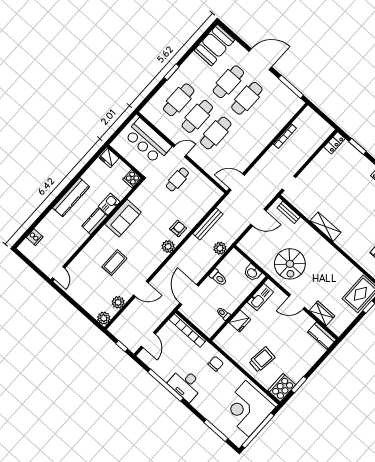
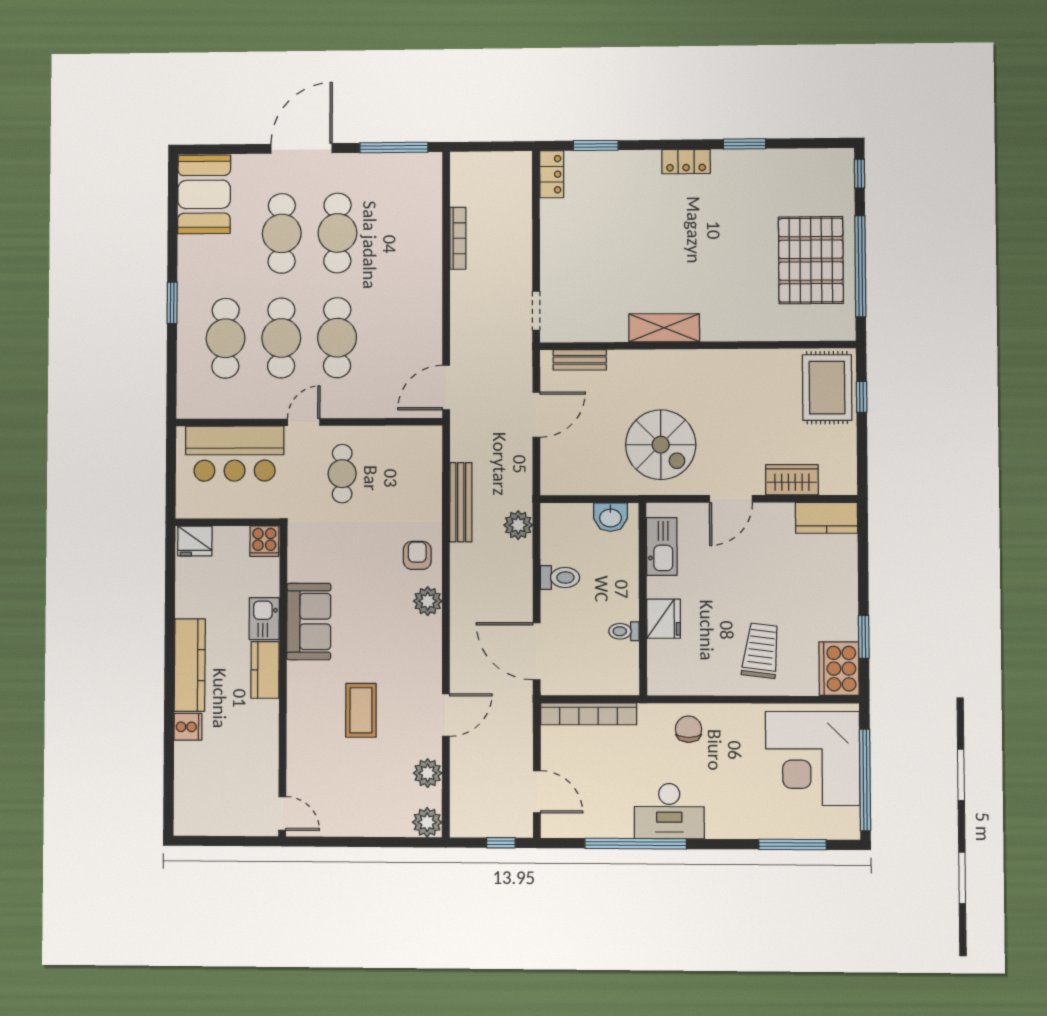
cooker: (35, 237) -> (188, 727), moved

